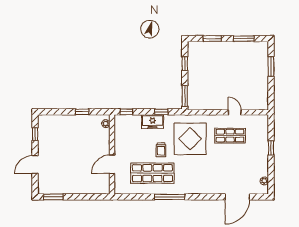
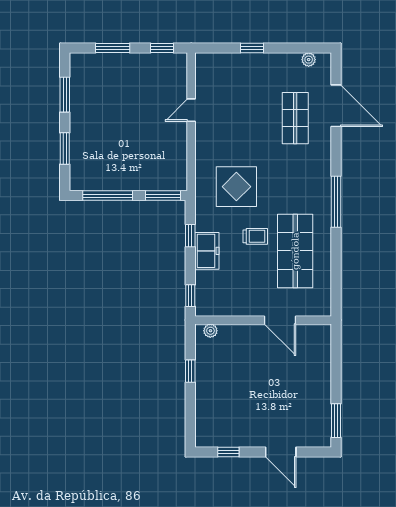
window: (185, 64) -> (108, 196), width x2.17
window: (271, 95) -> (162, 48), added
shop shelf: (230, 136) -> (295, 118), moved
display table: (190, 139) -> (236, 187), width x0.73, depth x0.73
window: (170, 197) -> (336, 202), moved

